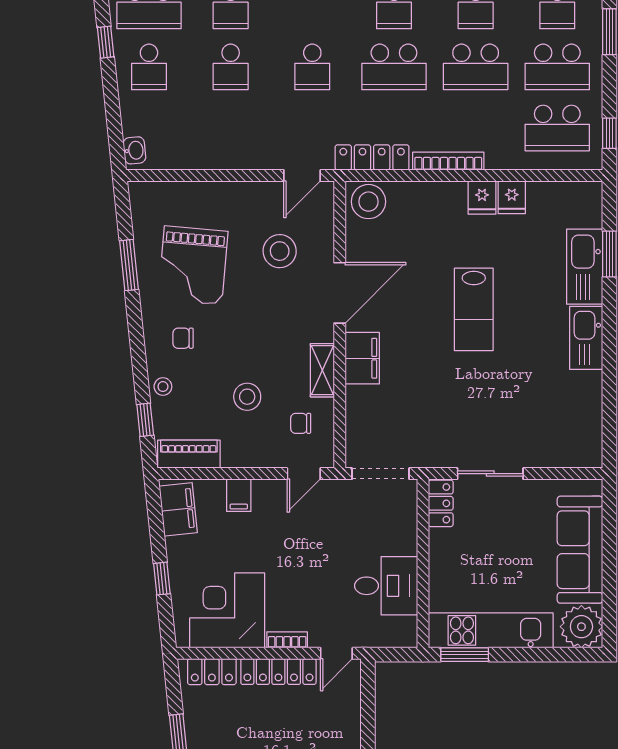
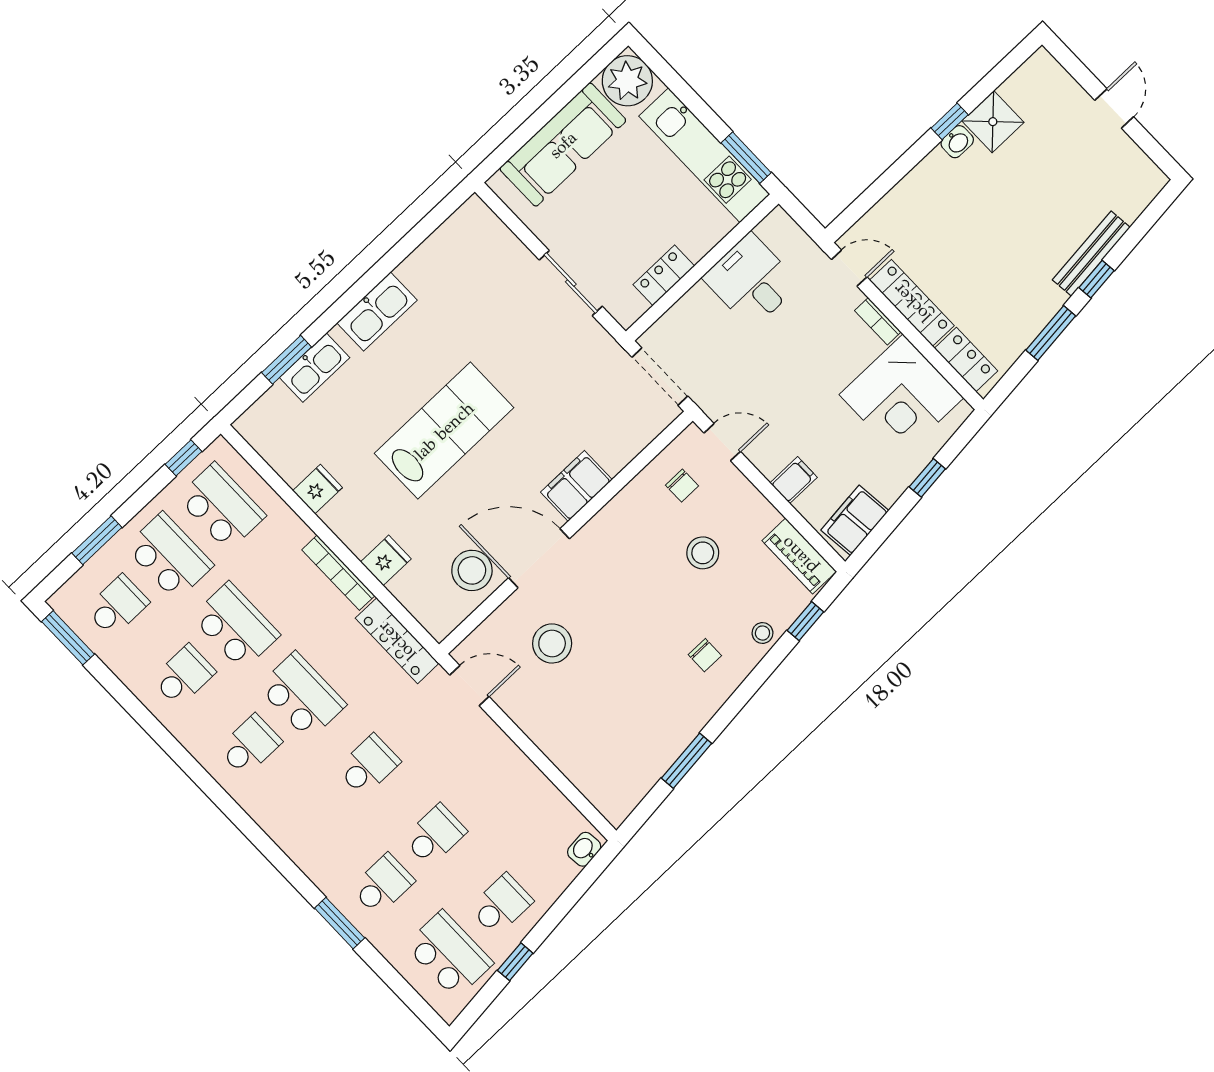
fridge: (482, 198) -> (386, 560), moved
stool: (368, 202) -> (472, 570), moved
grand piano: (193, 265) -> (635, 706), removed
kitchen sink: (585, 267) -> (315, 368), width x0.73, depth x0.81
lab bench: (474, 309) -> (444, 431), width x1.36, depth x1.39
shelving: (322, 370) -> (619, 510), removed
locker: (441, 503) -> (664, 275), moved

